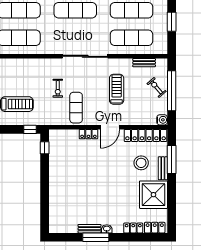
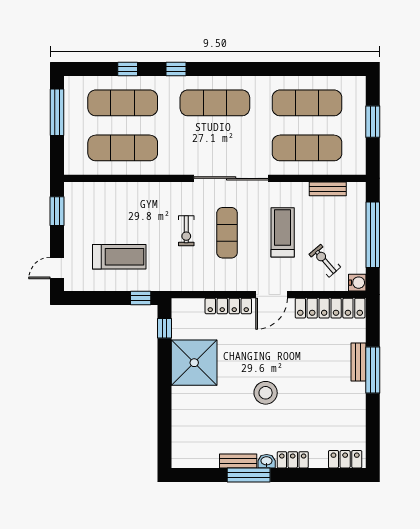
exercise bike: (157, 87) -> (325, 261), moved
exercise mat: (76, 108) -> (227, 233), moved
locker: (88, 134) -> (228, 306), width x1.53
window: (172, 160) -> (373, 370), moved
stool: (141, 163) -> (266, 393), moved
shower: (153, 195) -> (194, 363), moved
locker: (133, 228) -> (293, 460), moved

